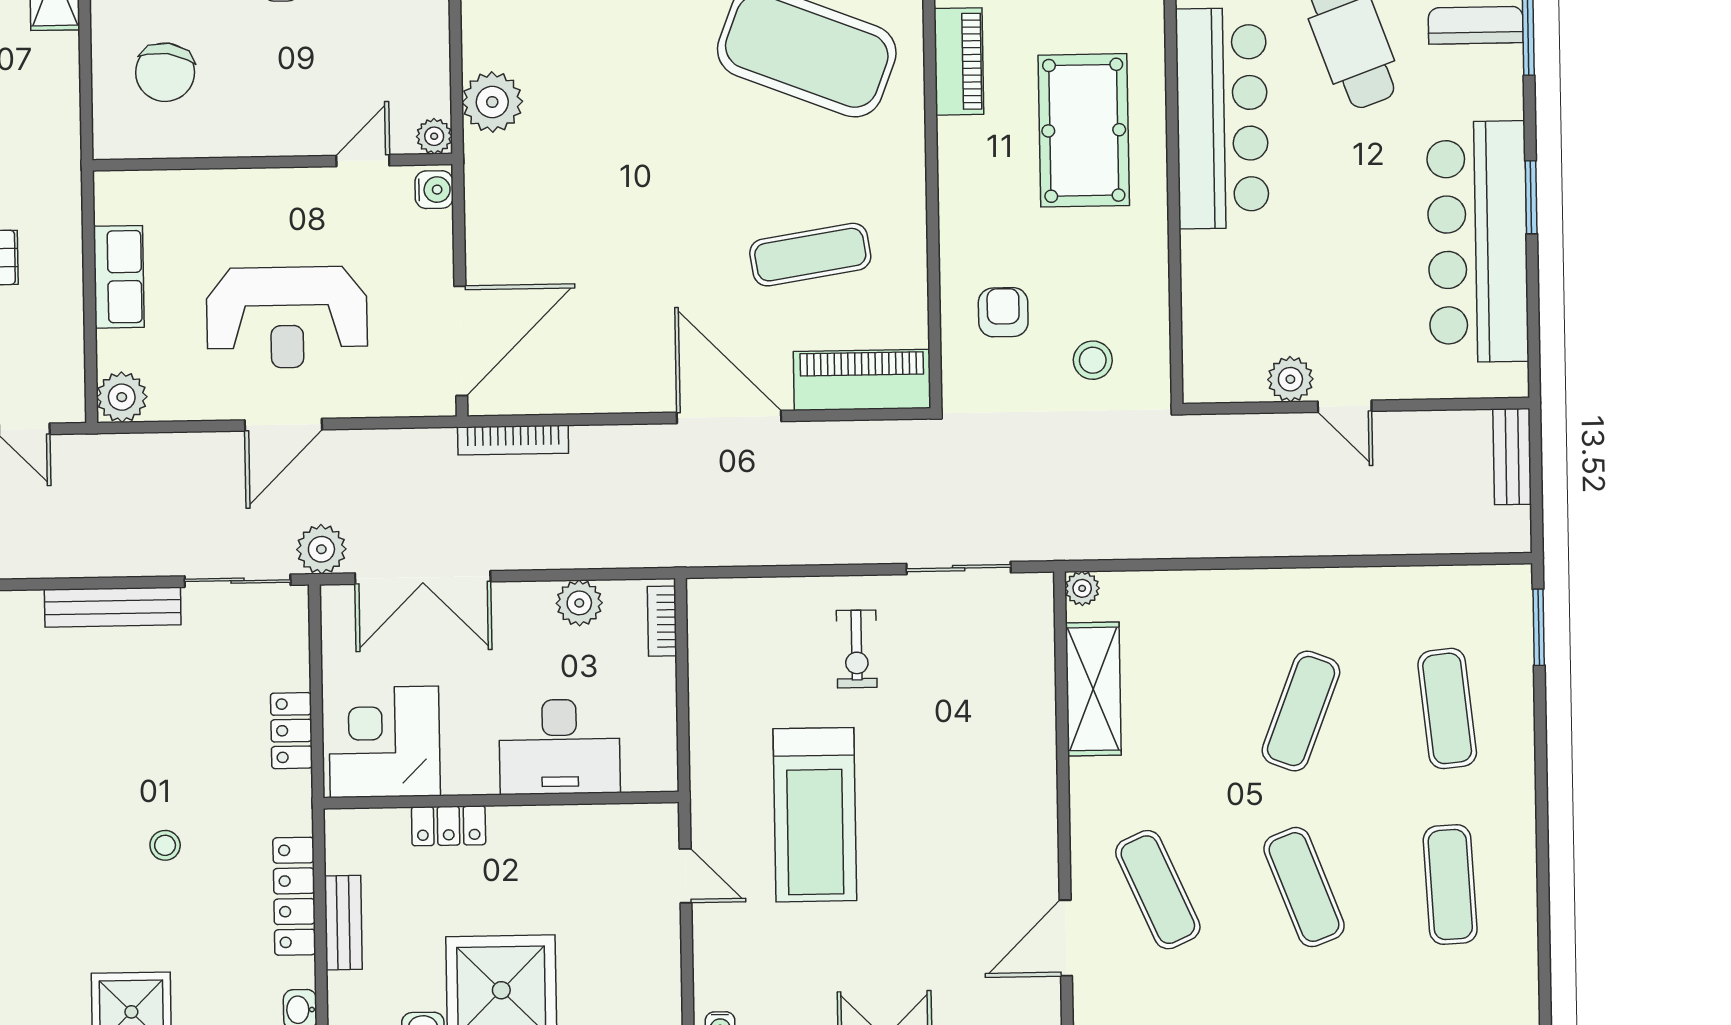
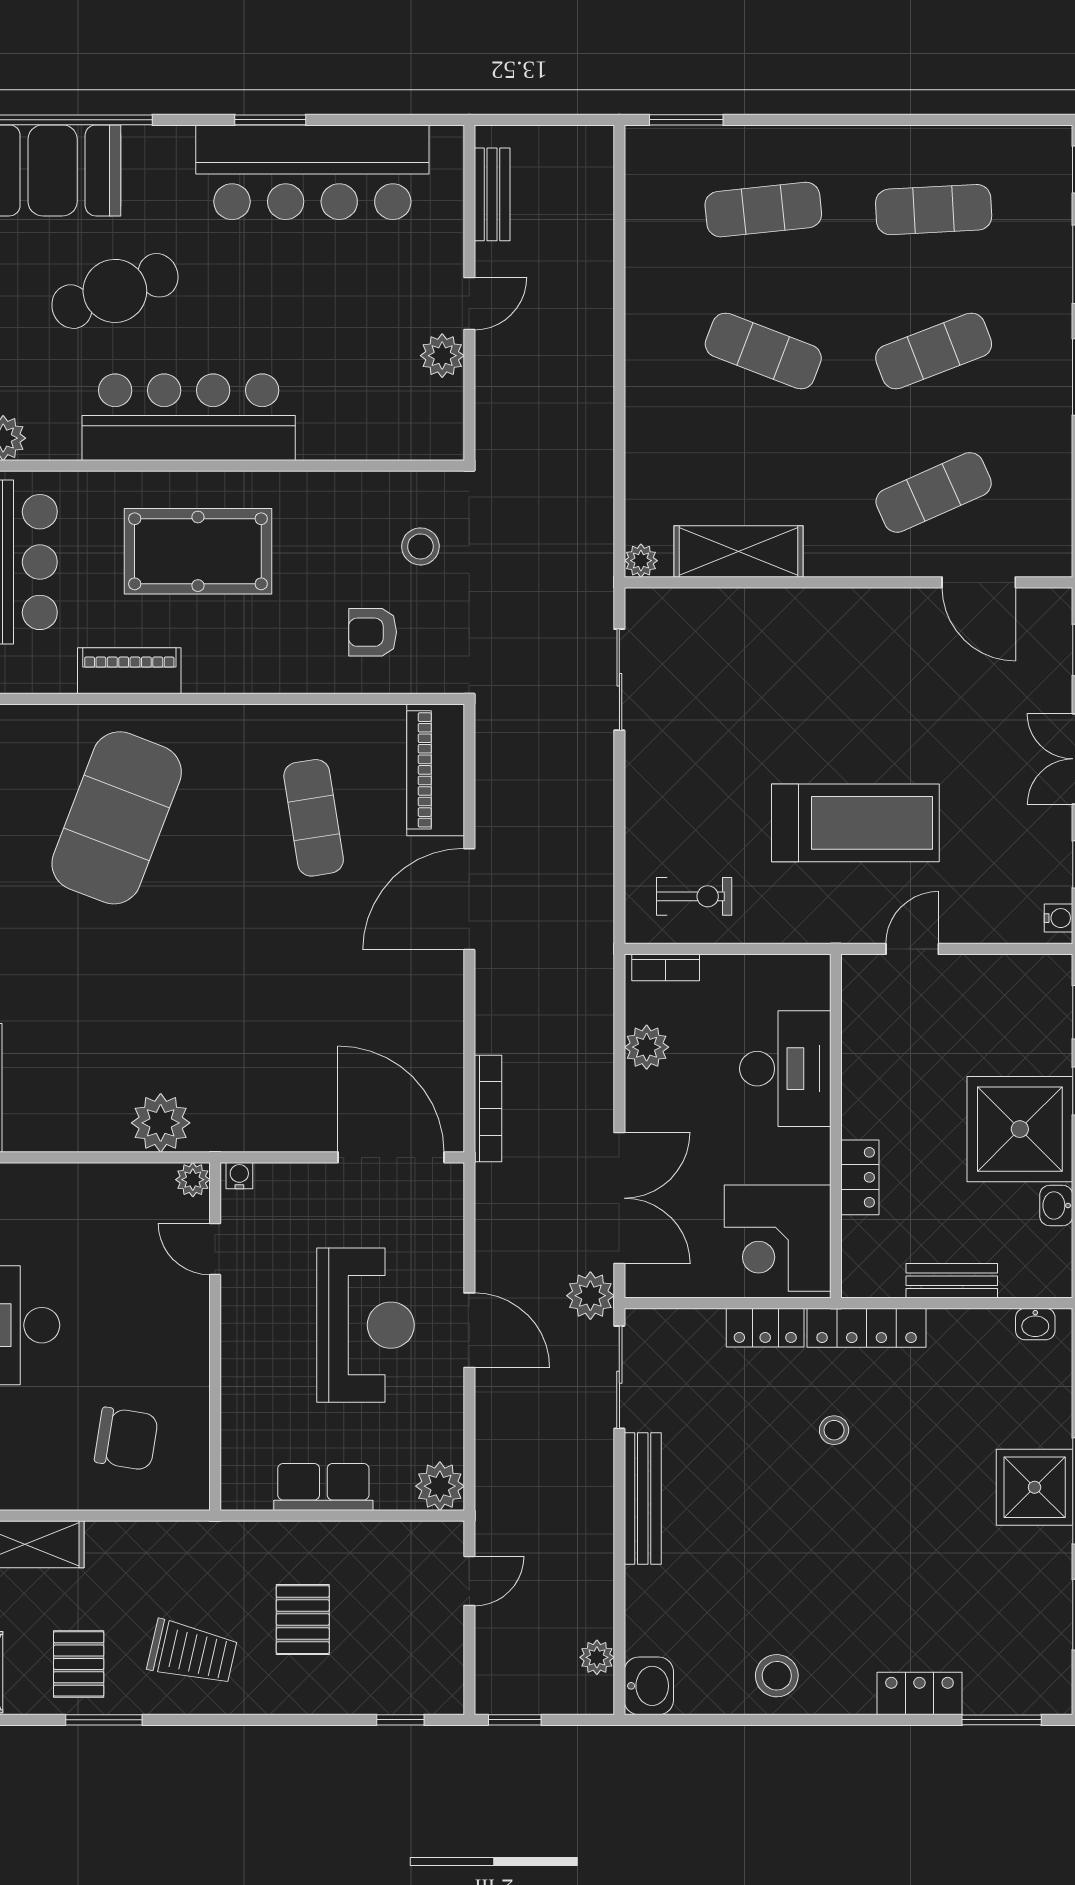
water cooler: (434, 190) -> (239, 1176), width x0.72, depth x0.72
bench: (1512, 457) -> (492, 194), moved, turned 90
exercise bike: (857, 649) -> (694, 896), moved
stool: (165, 845) -> (834, 1430), moved
locker: (294, 896) -> (867, 1328), moved

